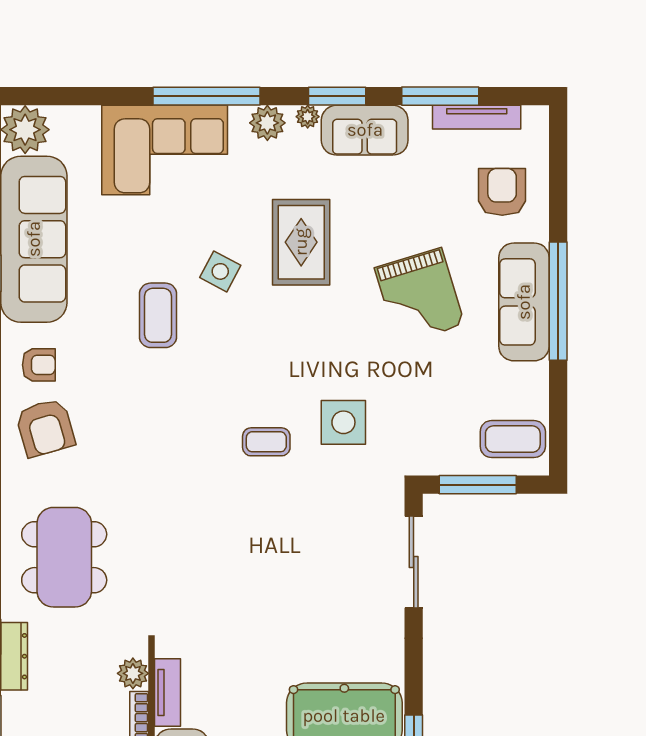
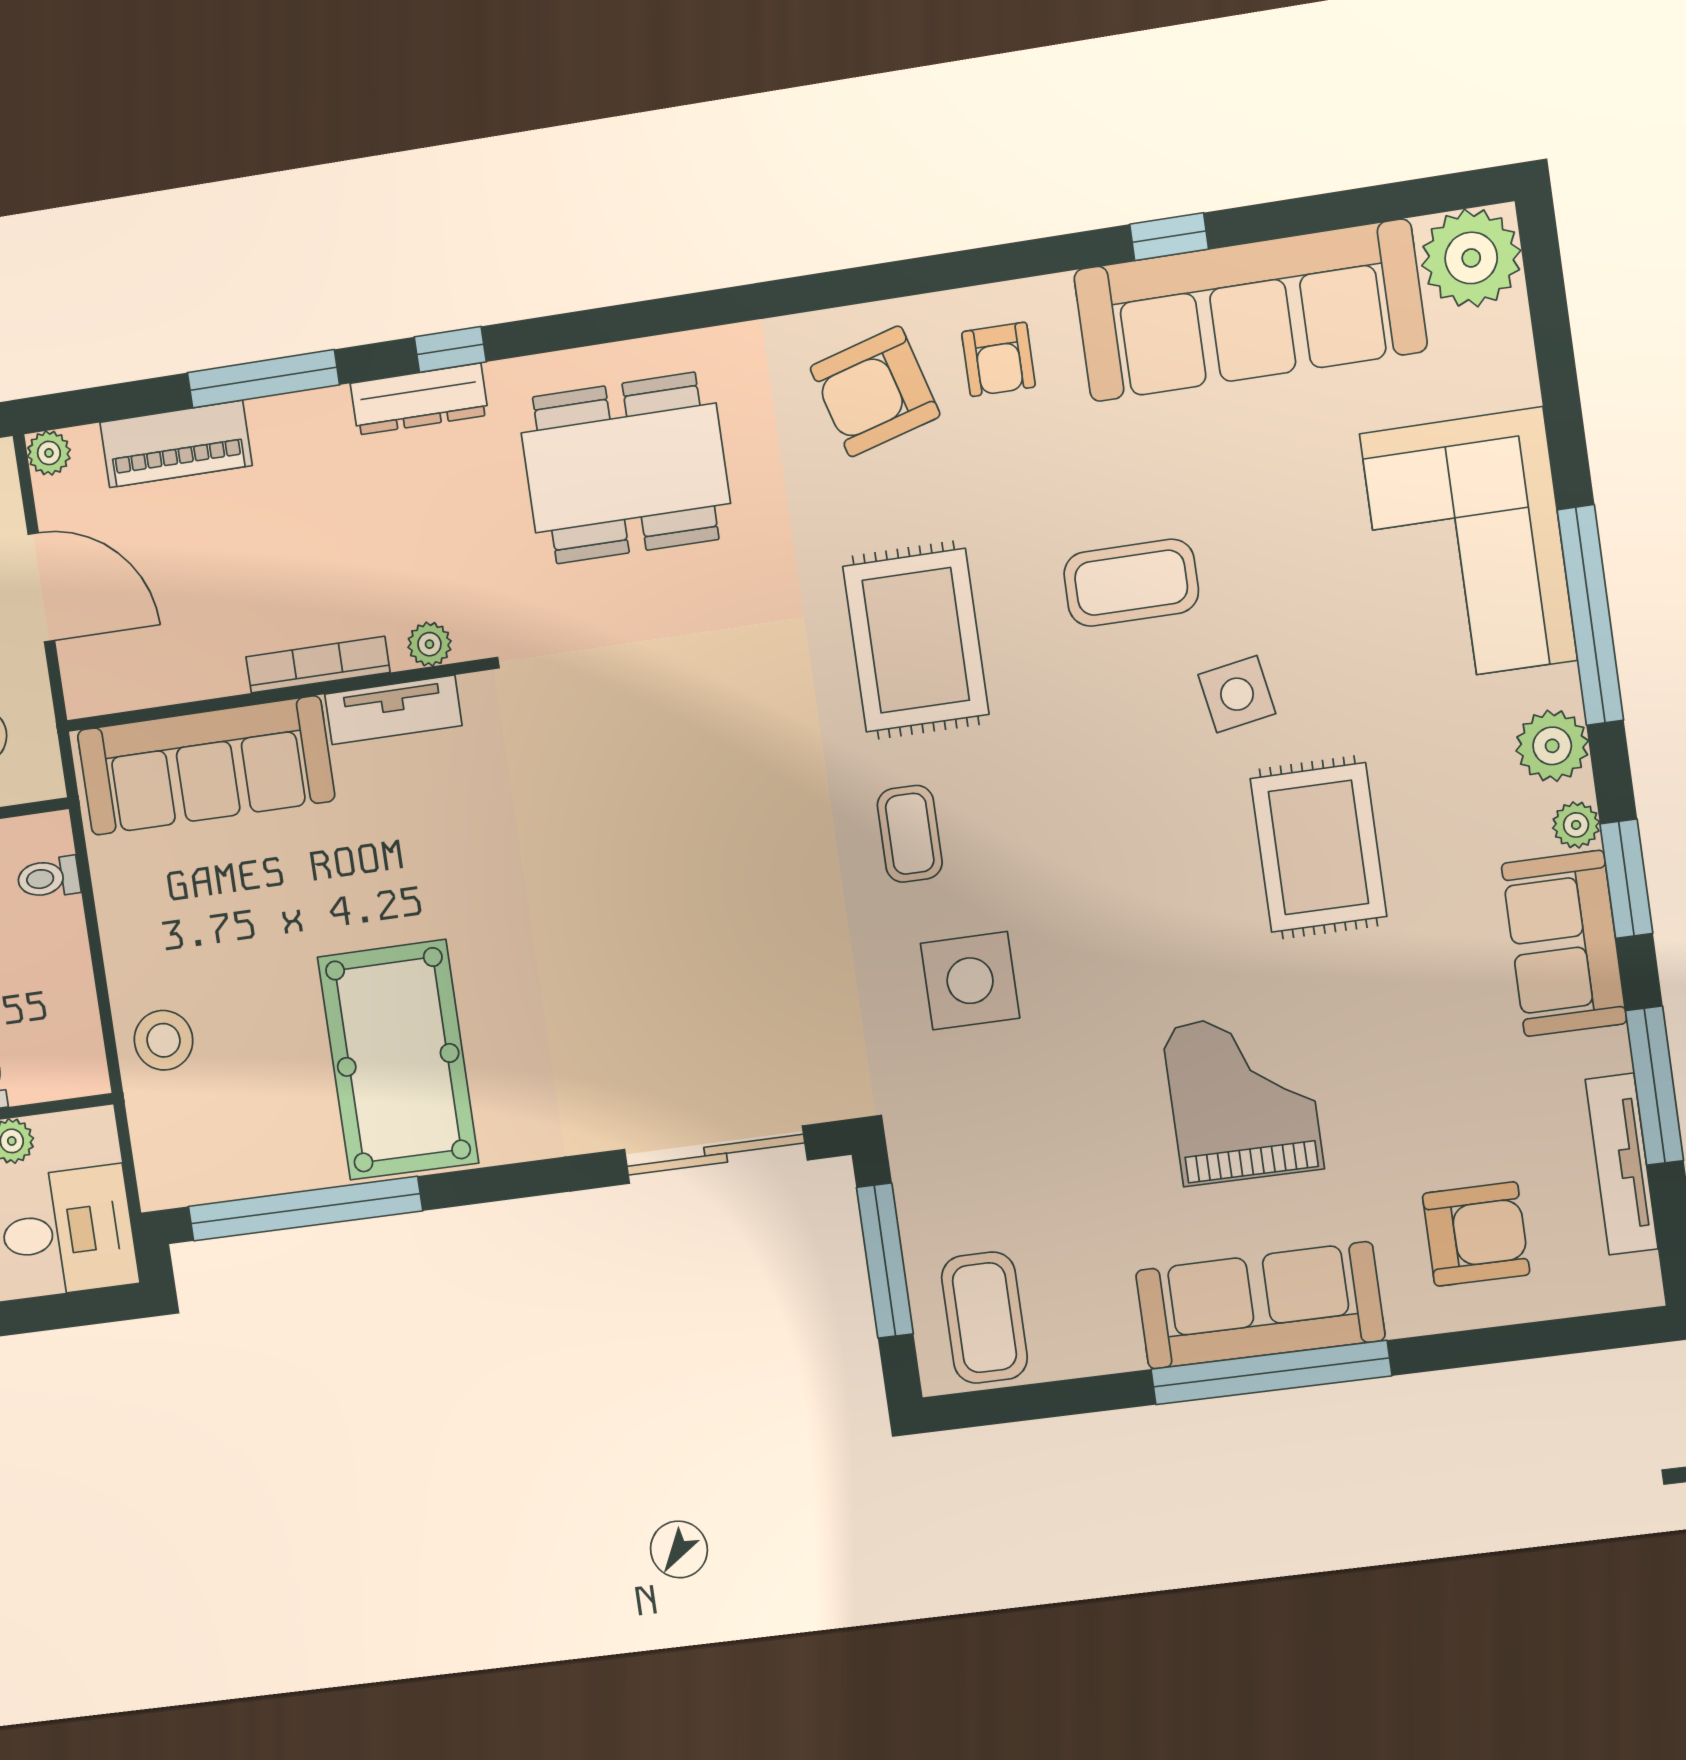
rug: (301, 242) -> (1318, 847), turned 90
side table: (220, 271) -> (1237, 694), turned -38
grand piano: (420, 296) -> (1243, 1098), turned 107
rug: (171, 425) -> (916, 640), added
plant: (133, 673) -> (429, 644), width x0.73, depth x0.73

